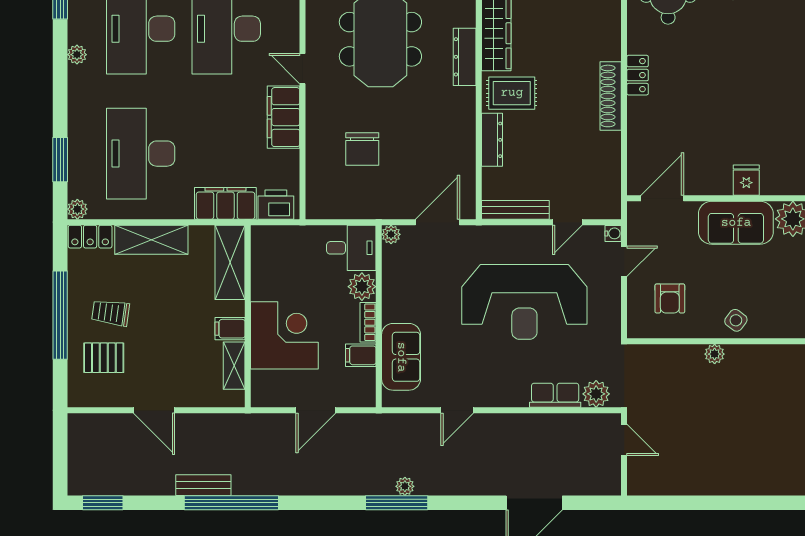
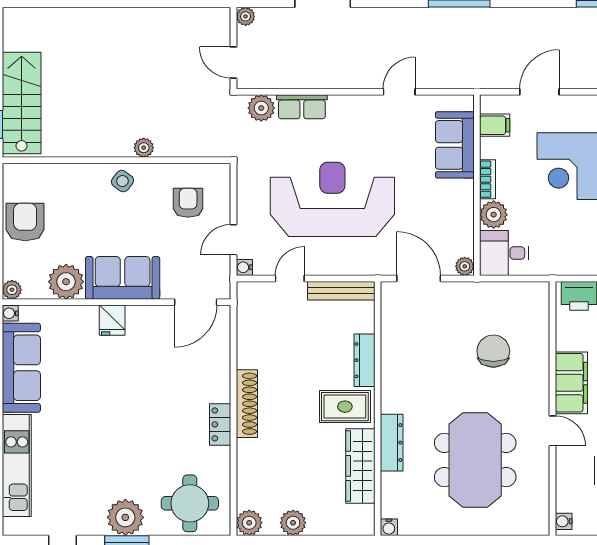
door: (437, 222) -> (419, 278), swing flipped
filing cabinet: (361, 355) -> (495, 125), moved
plant: (405, 486) -> (246, 16), moved

